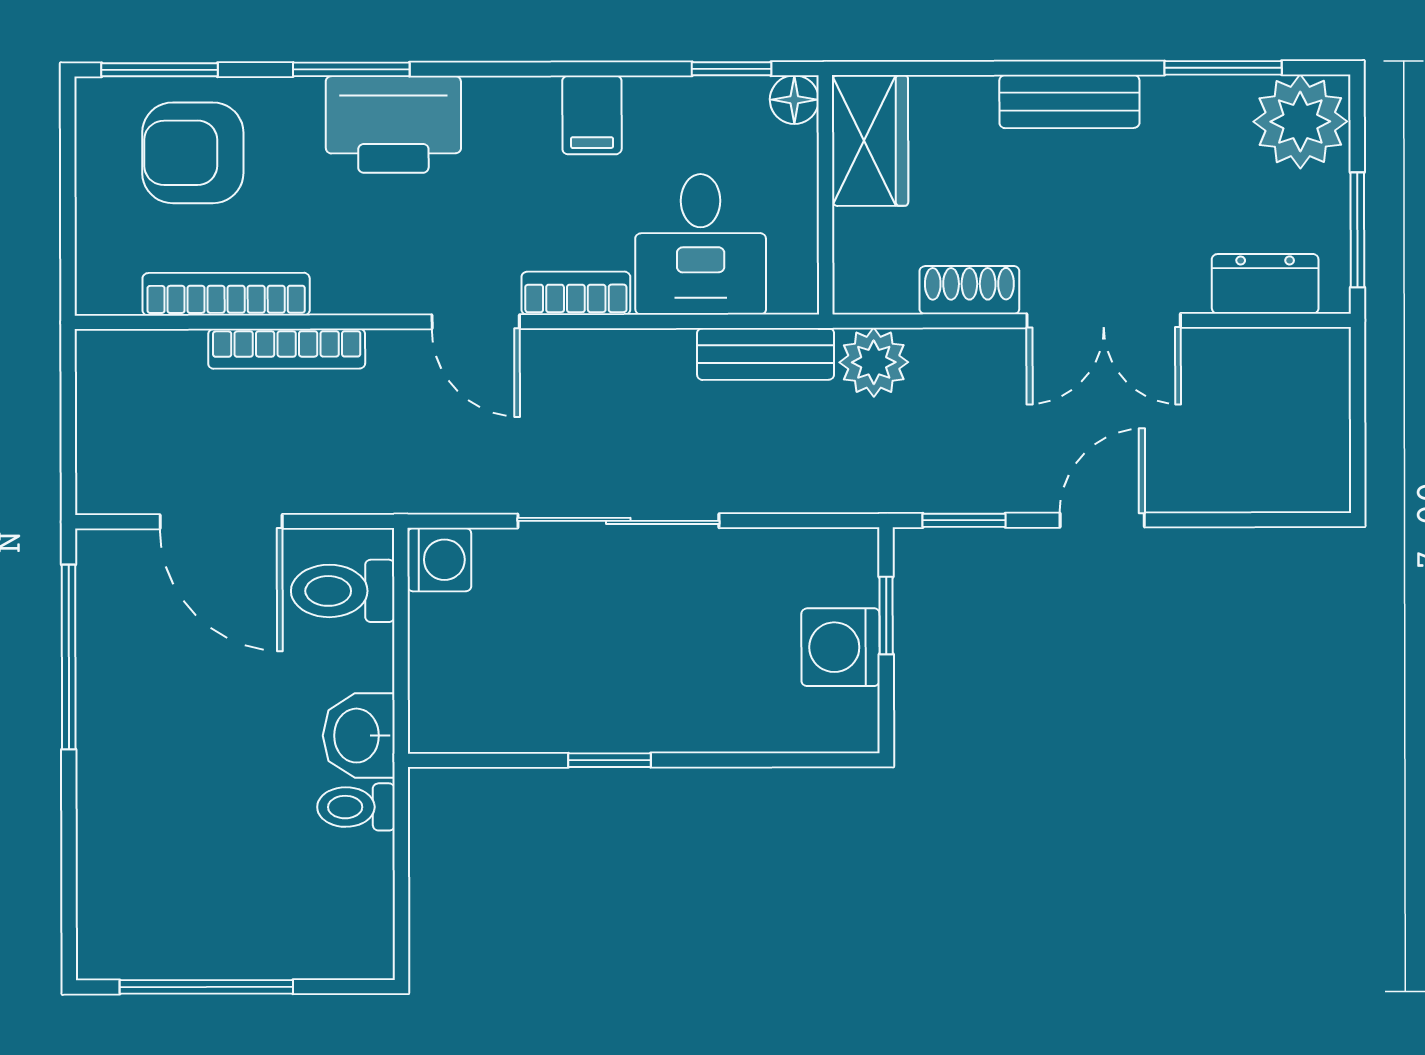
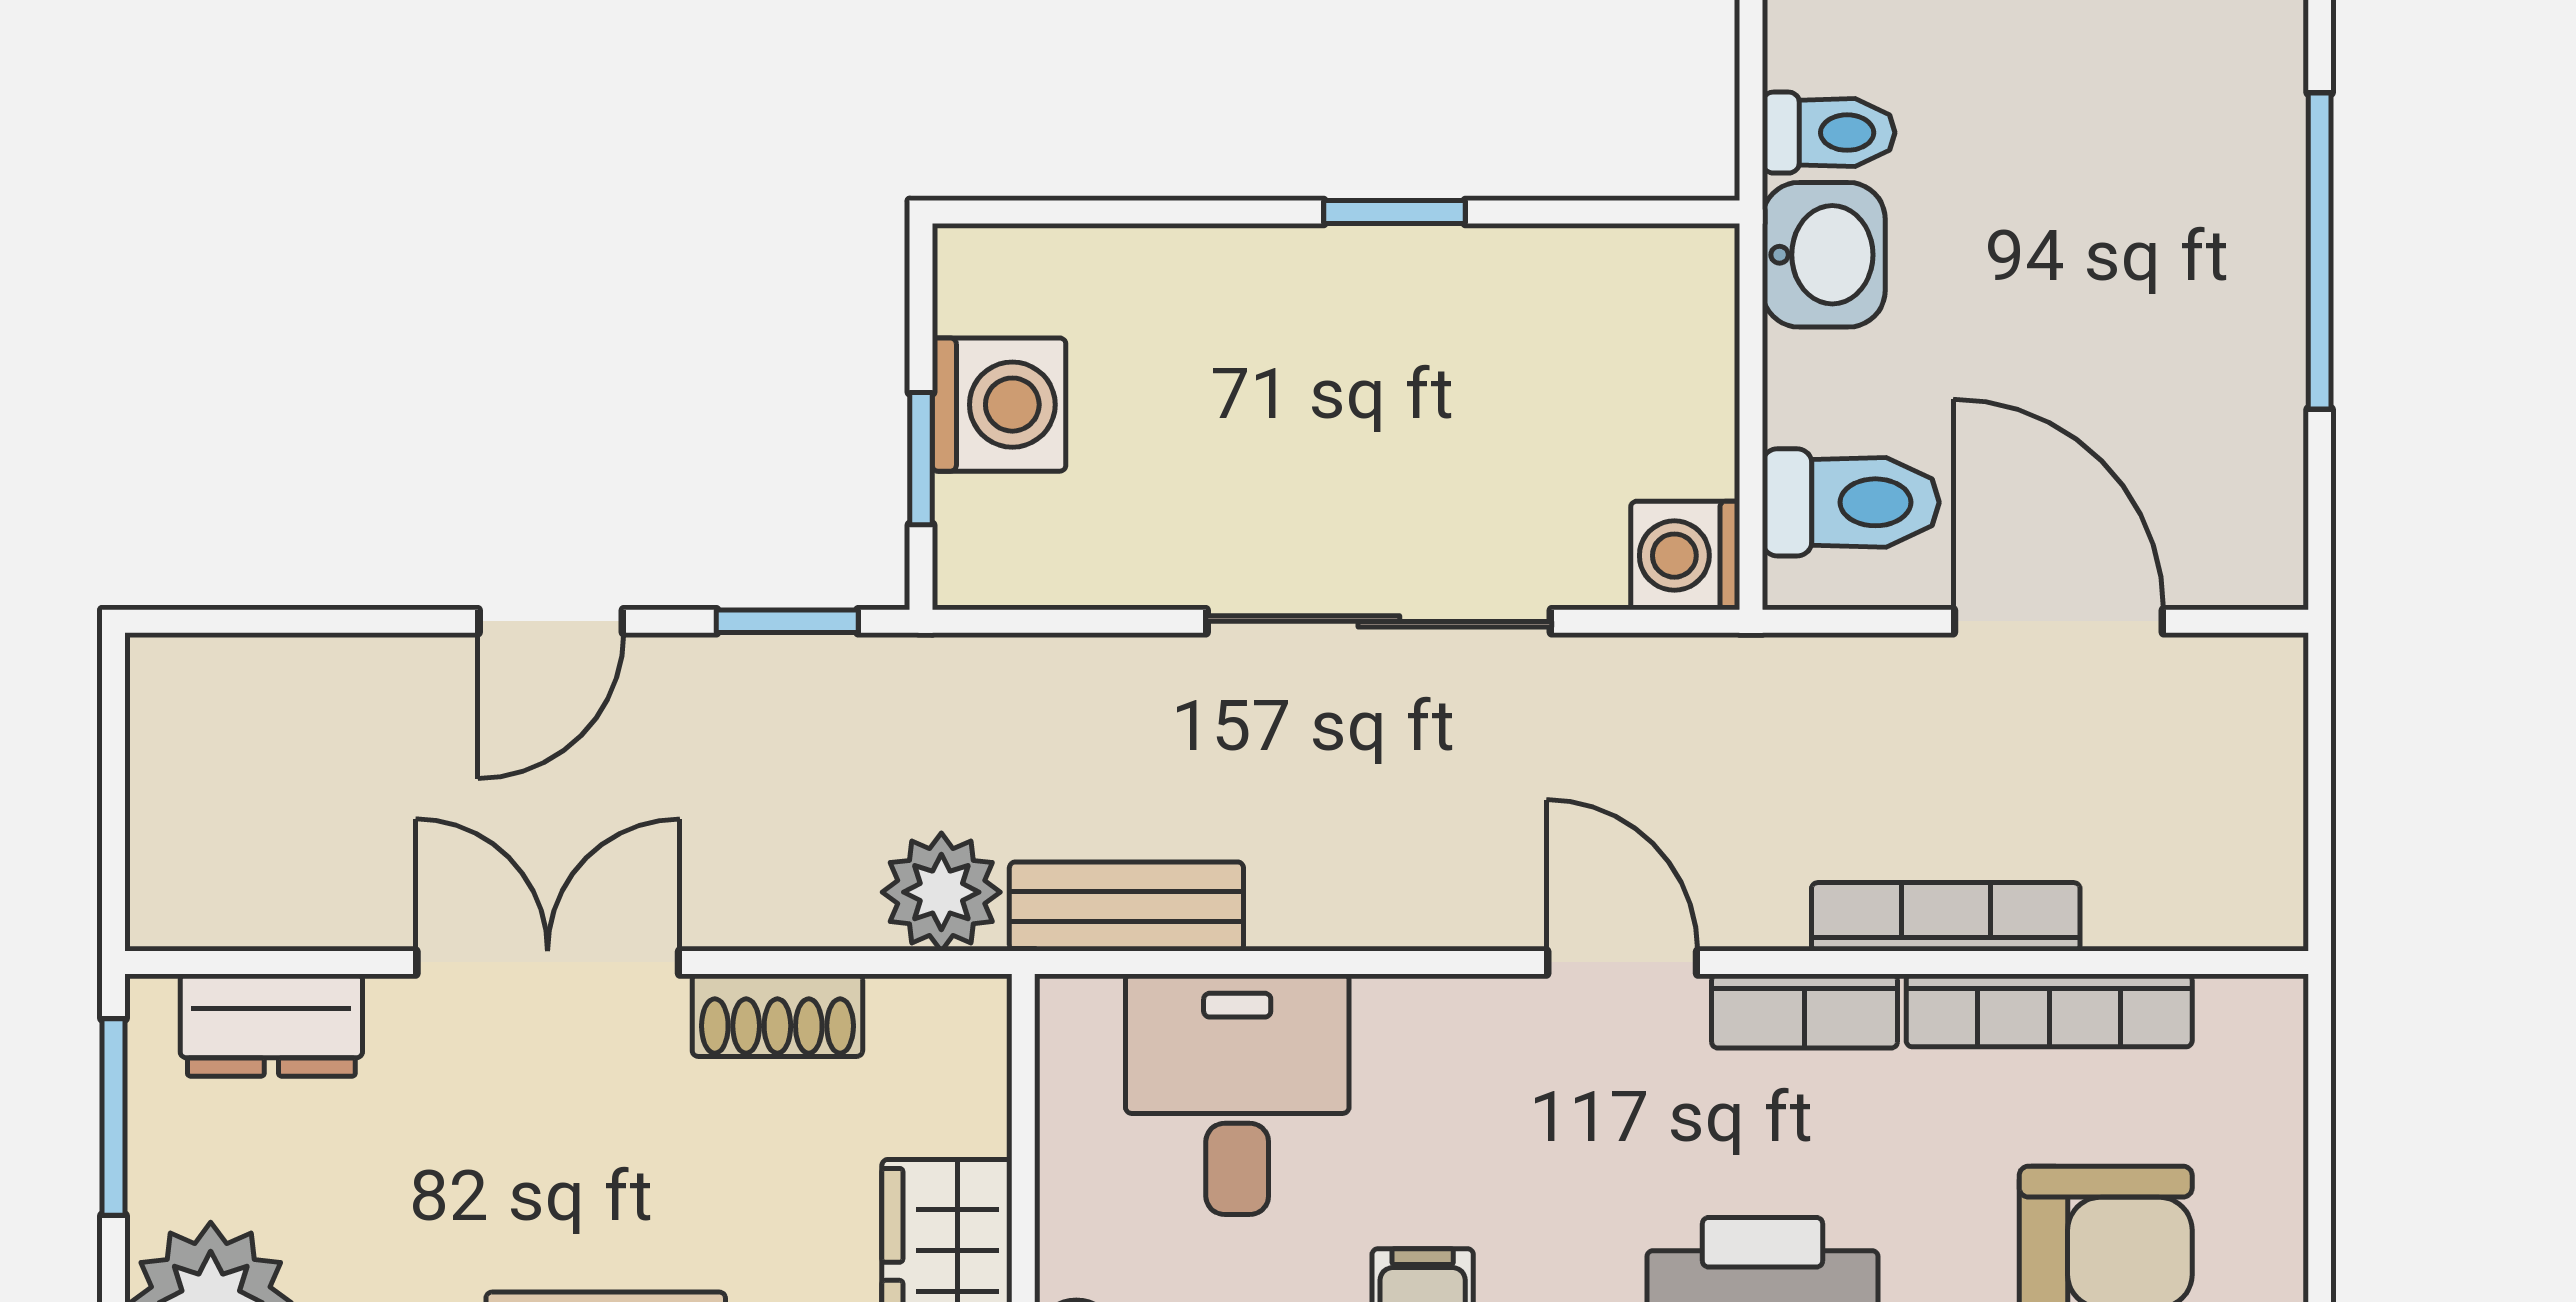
bookcase: (576, 293) -> (1805, 1011), moved
window: (69, 657) -> (2320, 251), moved

